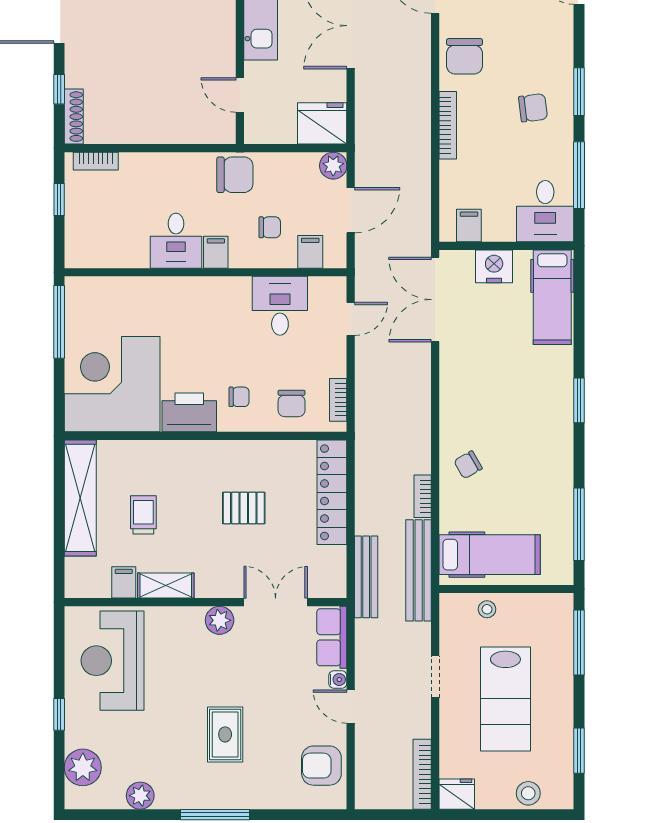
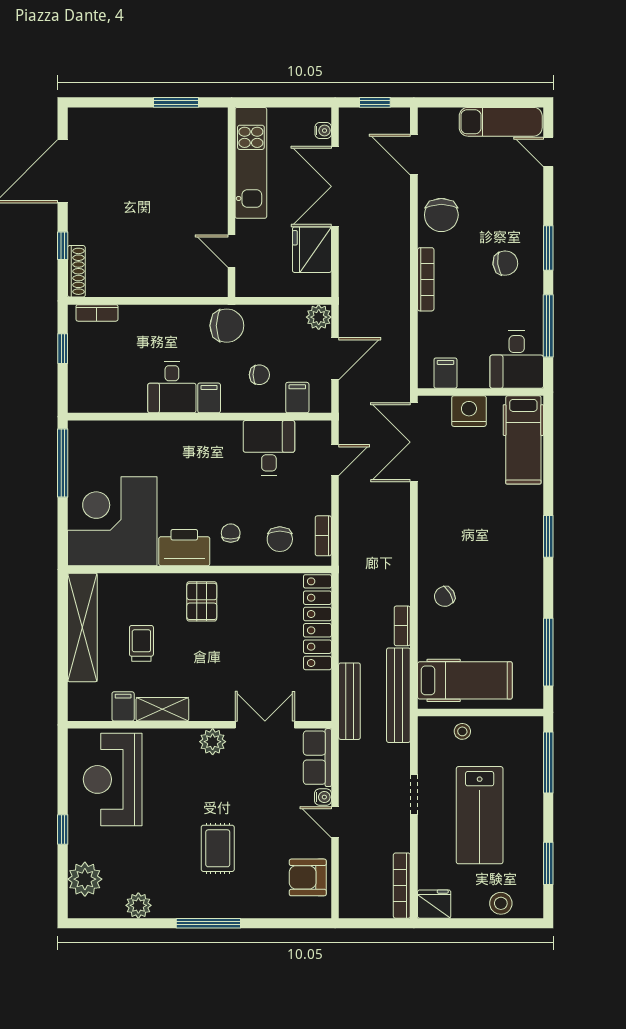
fridge: (322, 123) -> (312, 250), moved, turned -90
chair: (239, 397) -> (231, 533), turned -90
pallet: (244, 508) -> (202, 601), moved, turned 90

